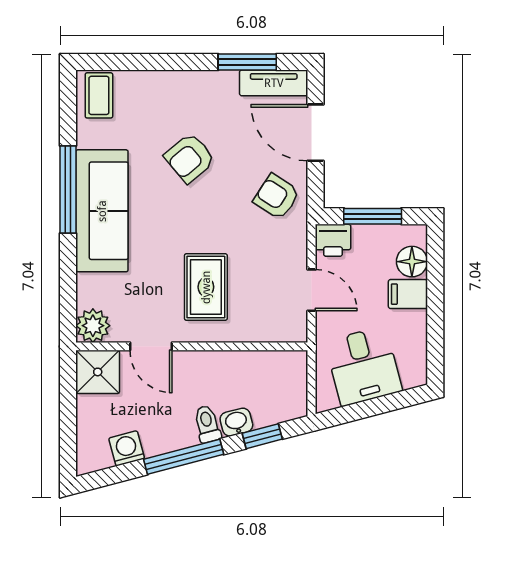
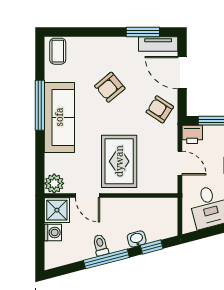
rug: (206, 287) -> (119, 161), width x1.36, depth x1.43
toilet: (207, 424) -> (100, 245), moved
washing machine: (127, 448) -> (53, 232), moved, turned 105

